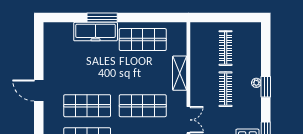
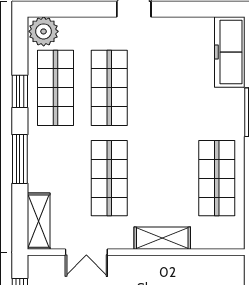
freezer: (96, 32) -> (230, 52), moved

